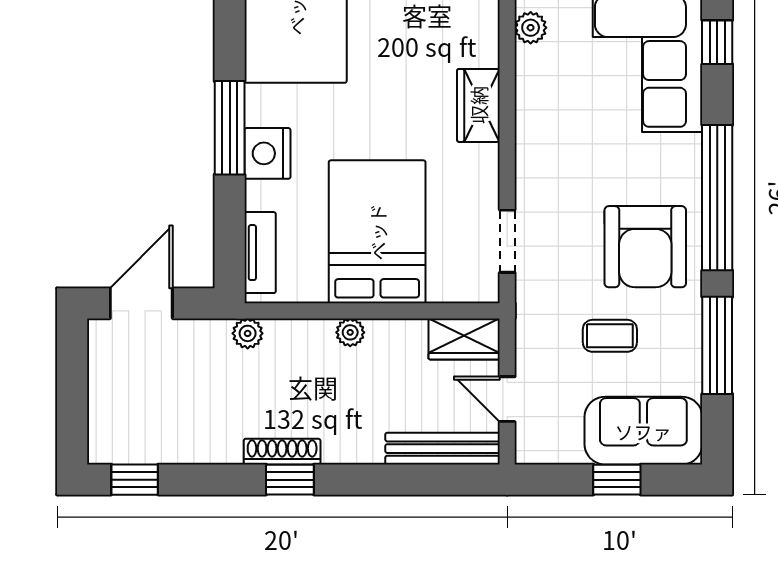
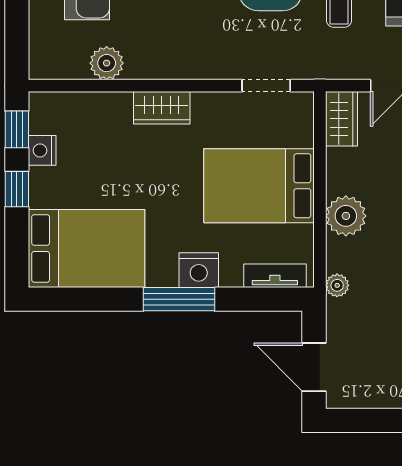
plant: (531, 28) -> (107, 63), width x1.38, depth x1.38
plant: (350, 332) -> (346, 216), width x1.88, depth x1.88

